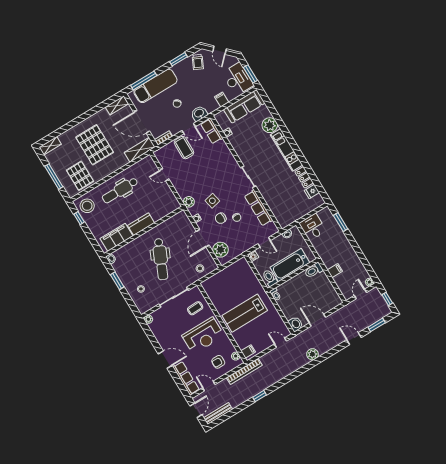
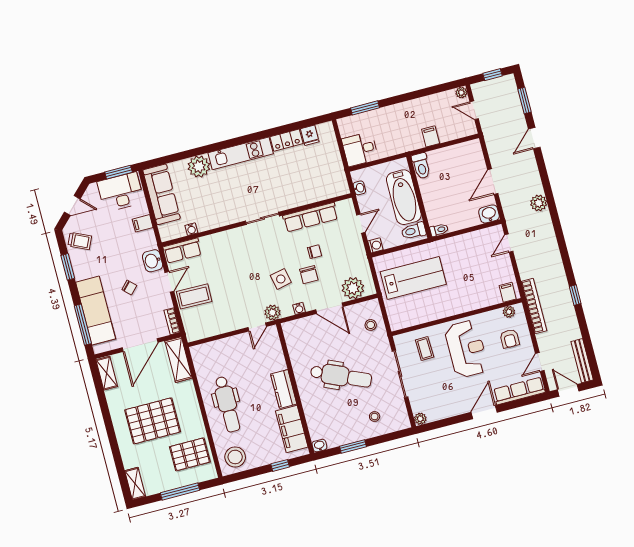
door: (164, 175) -> (257, 327), moved
window: (79, 218) -> (280, 465), moved
lab bench: (245, 313) -> (413, 278), moved, turned -90

